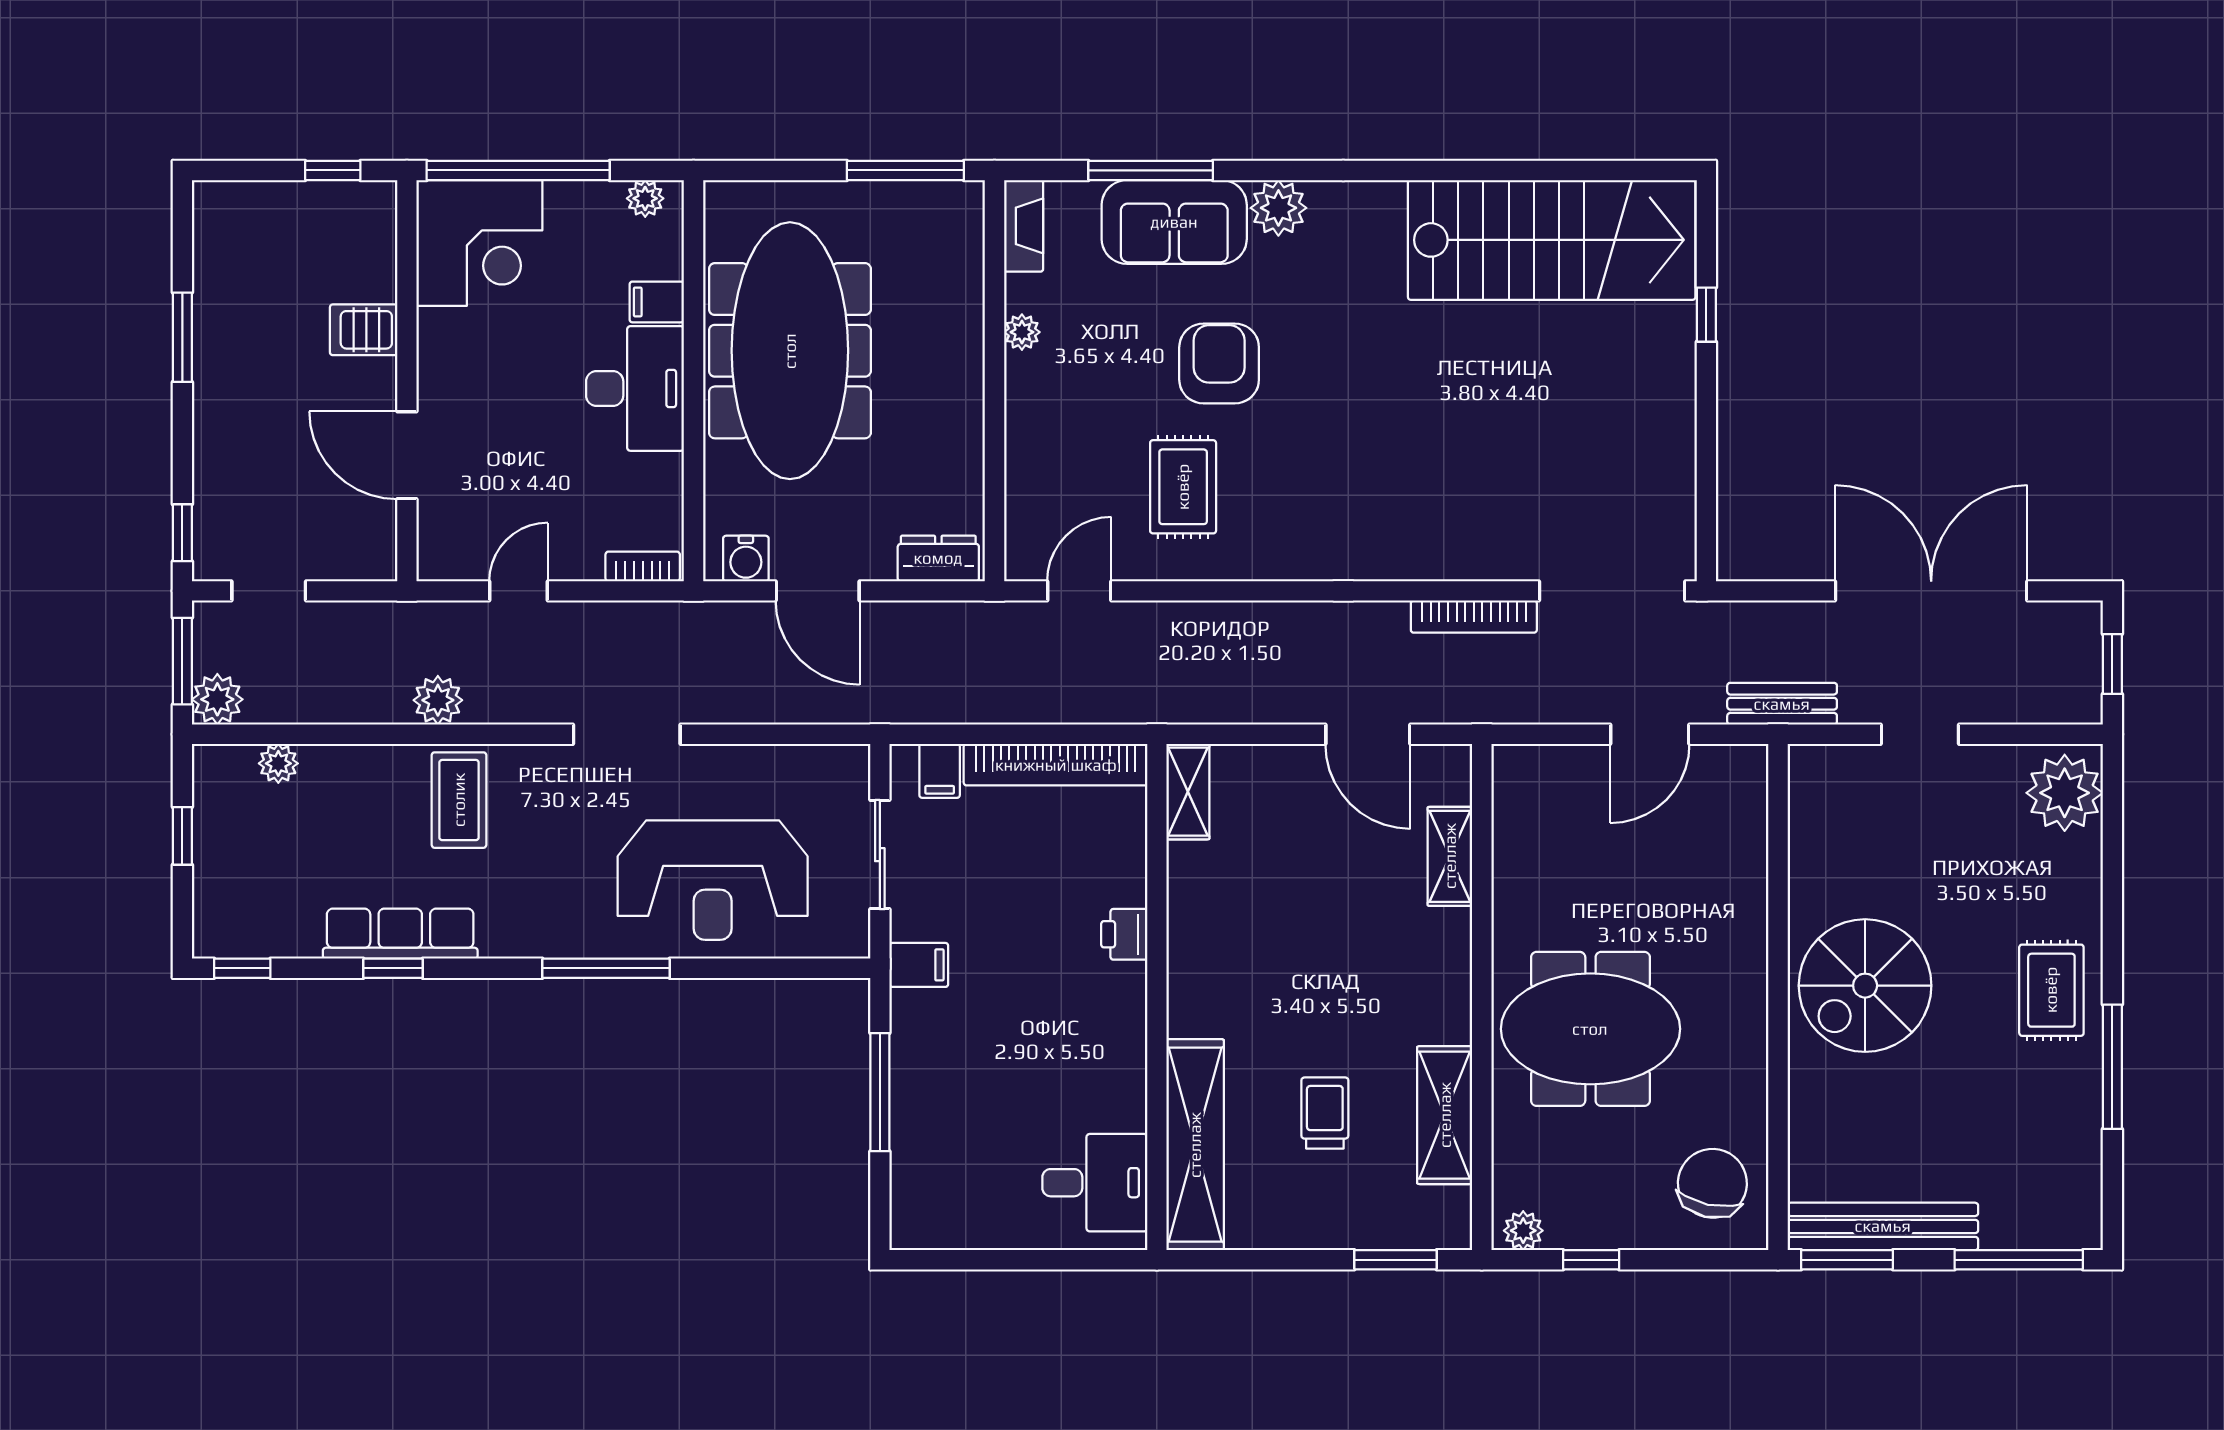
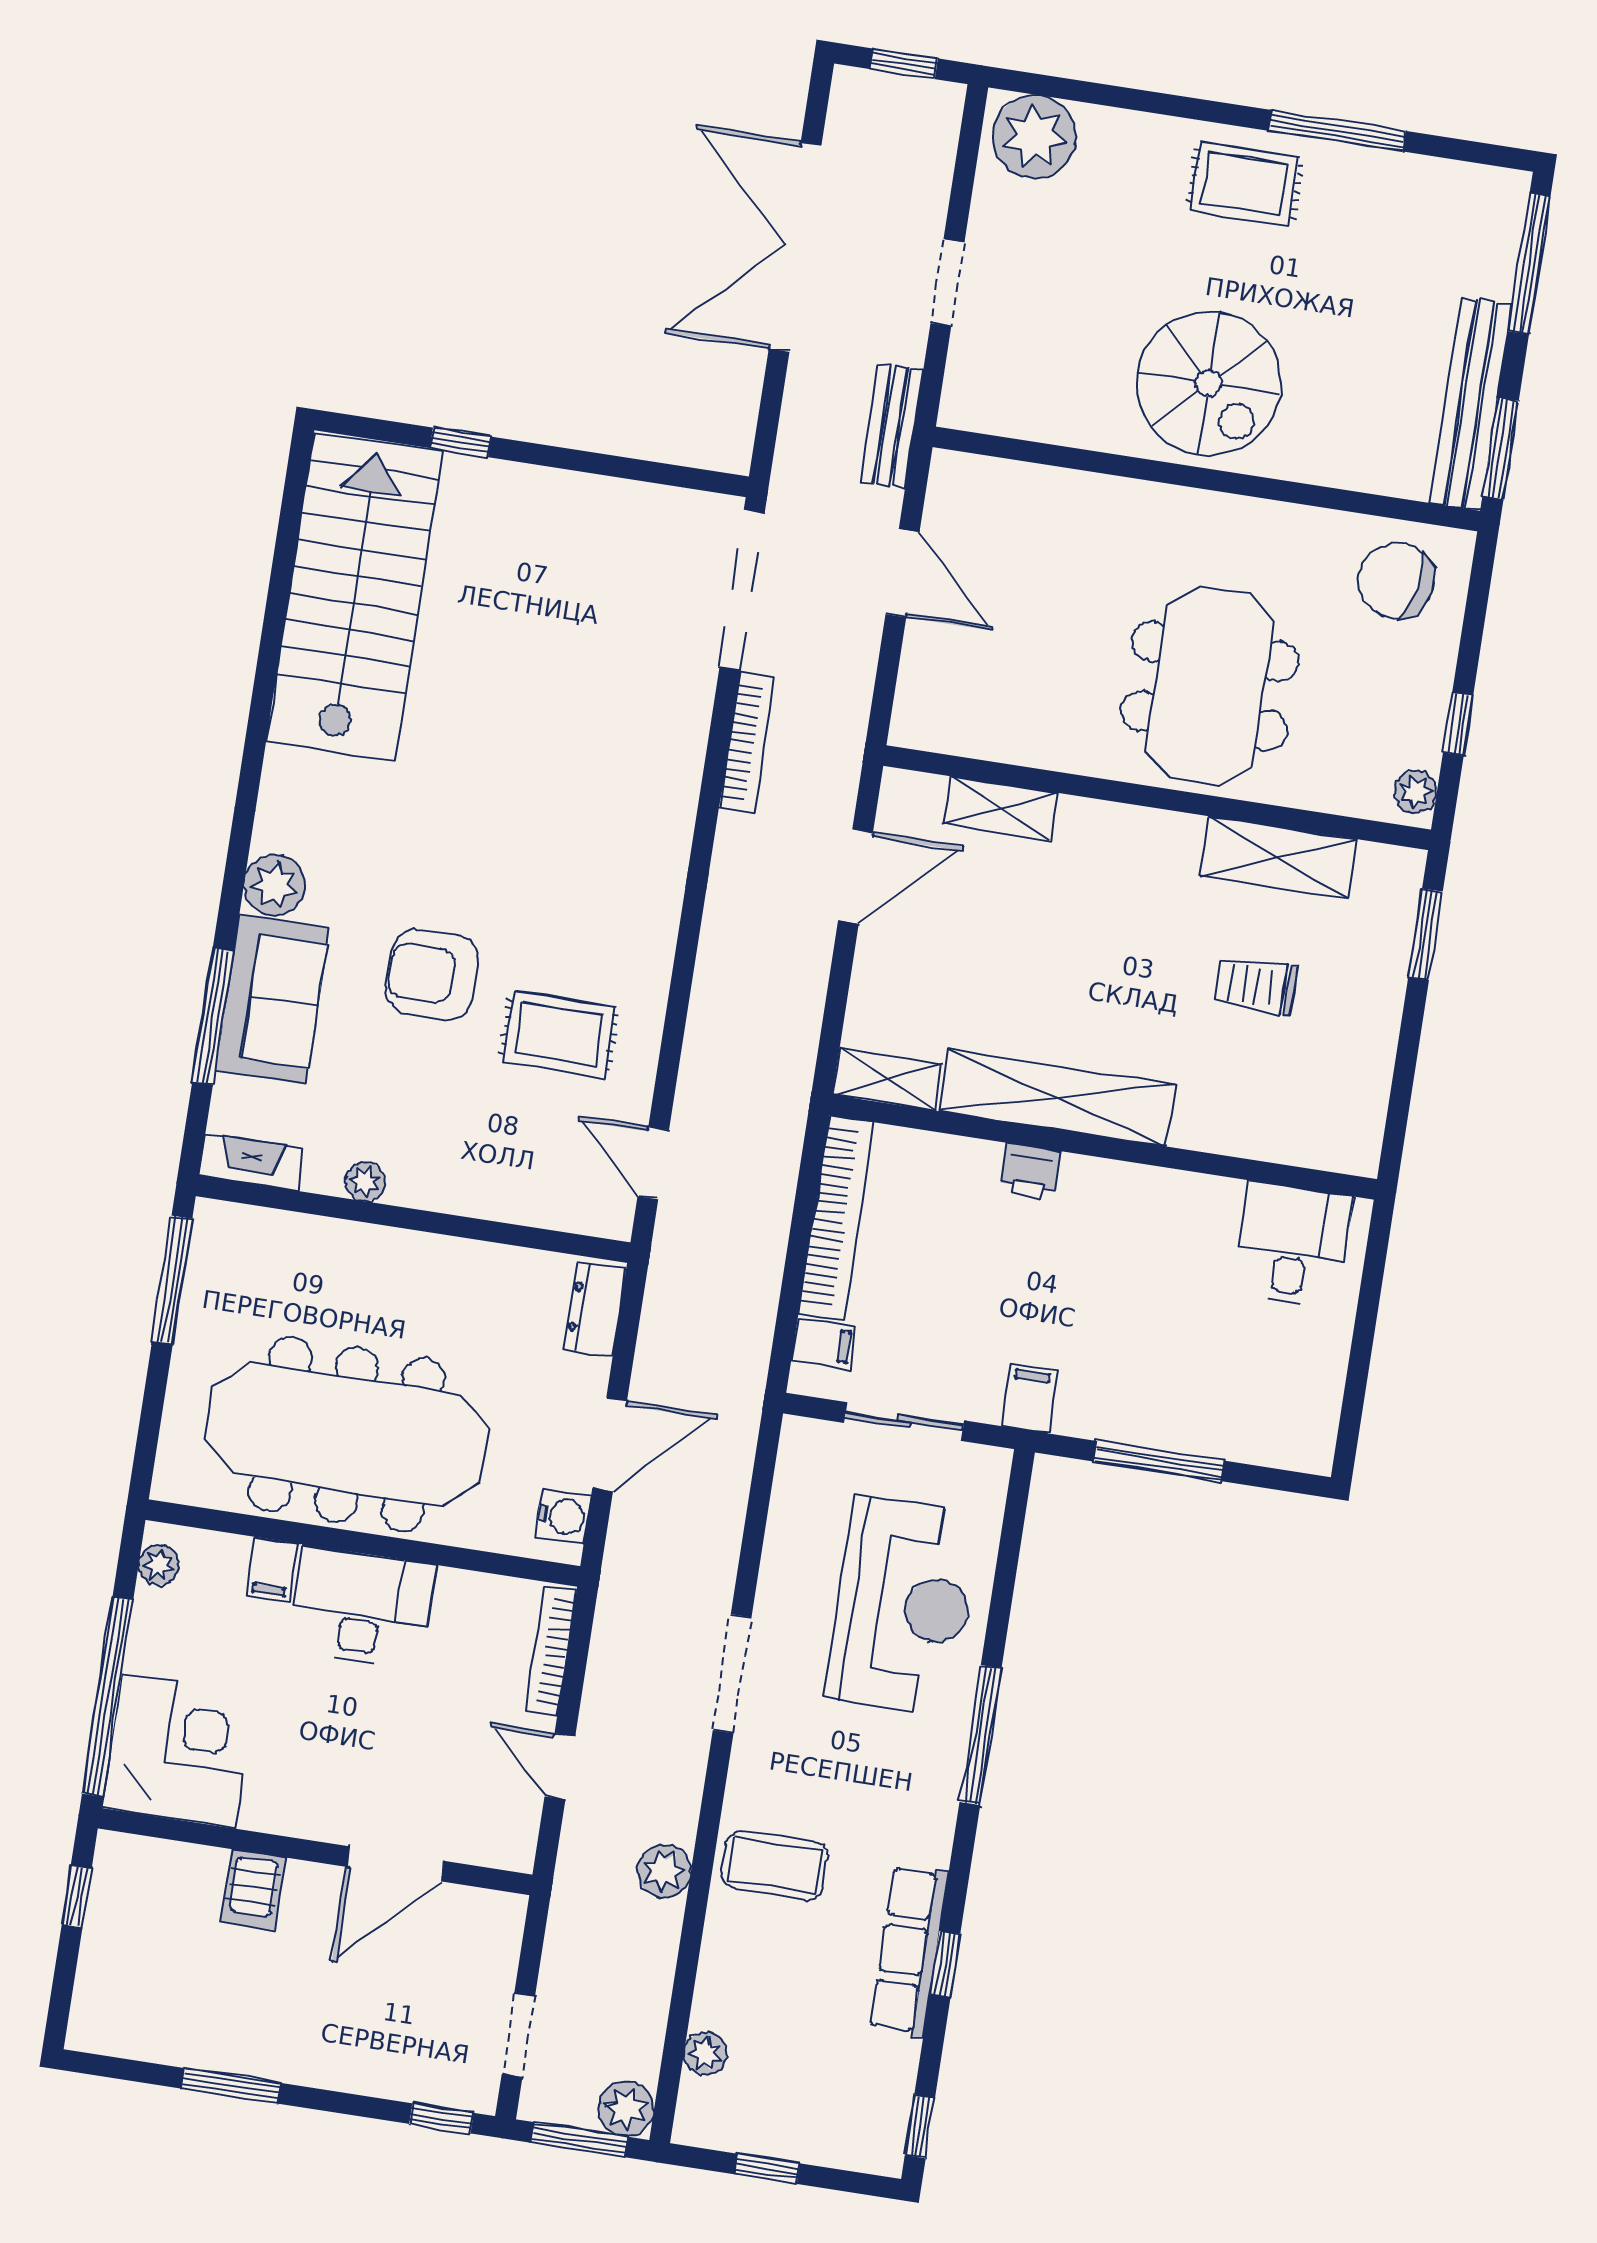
bookcase: (643, 566) -> (551, 1651), width x1.56
shelving: (1195, 1145) -> (1057, 1098), moved

